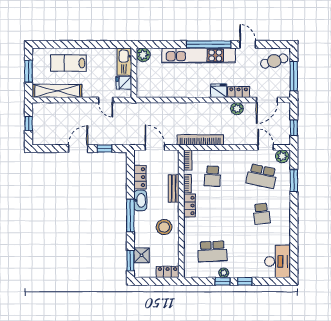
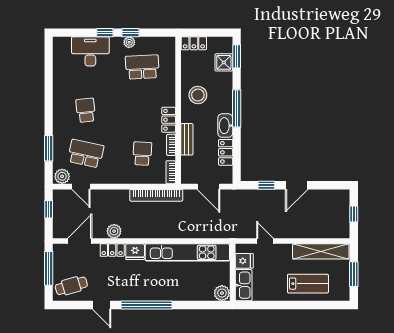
kitchen unit: (199, 55) -> (187, 252), moved, turned 180
desk: (278, 261) -> (90, 51), moved, turned 90

